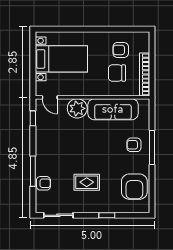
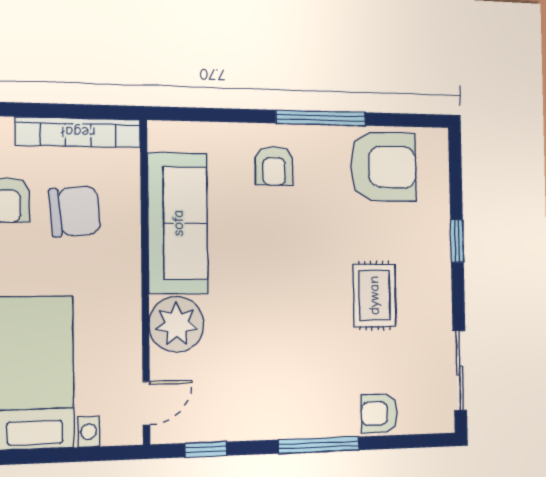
chair: (117, 73) -> (75, 211), turned -95
window: (152, 148) -> (321, 118), moved
window: (33, 171) -> (319, 445), moved
armchair: (43, 183) -> (379, 413), turned -90

